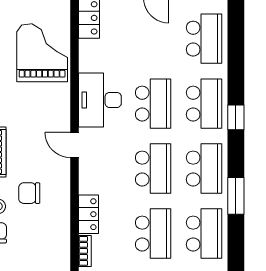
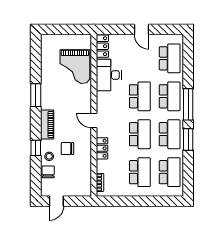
grand piano: (42, 53) -> (75, 67), turned 180
desk: (100, 100) -> (109, 75), moved
window: (236, 117) -> (188, 104), width x2.17
window: (236, 196) -> (188, 139), moved
locker: (88, 214) -> (102, 148), moved

